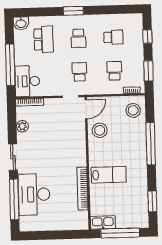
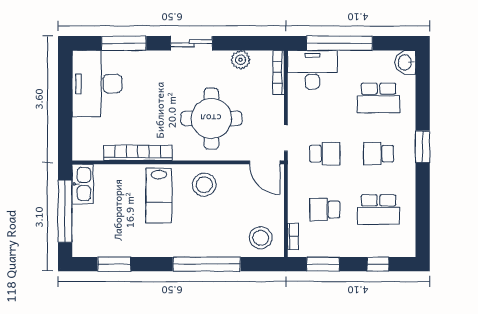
school desk: (113, 37) -> (379, 210), width x1.85
school desk: (114, 71) -> (325, 210), turned 180
stool: (100, 130) -> (204, 185), moved
round table: (60, 143) -> (211, 118), added
desk: (34, 194) -> (97, 84), moved, turned -90
window: (14, 199) -> (124, 43), width x0.68

